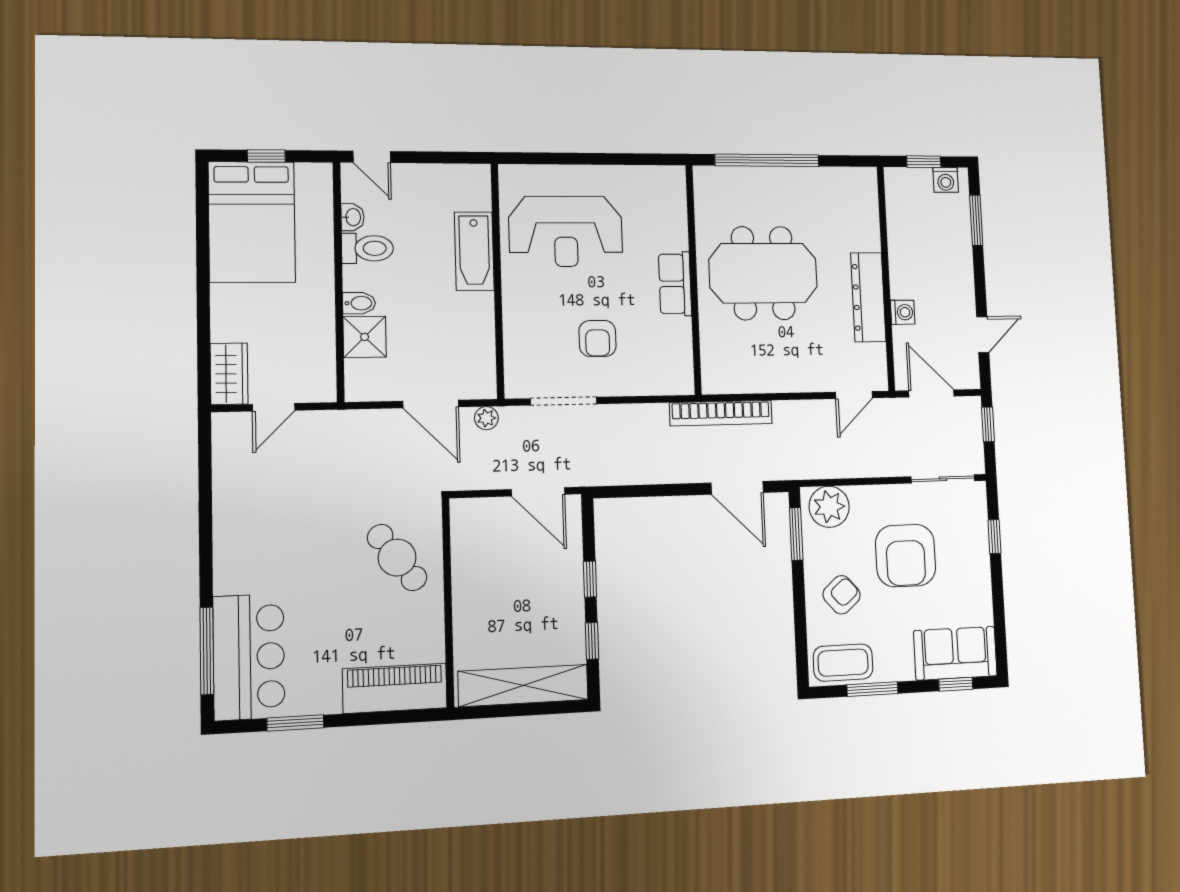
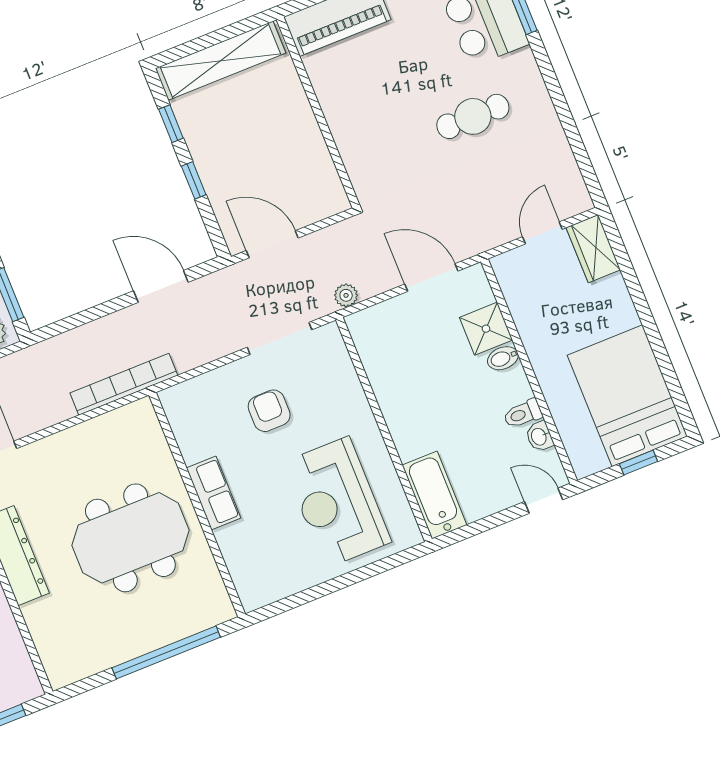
reception desk: (566, 231) -> (337, 502), turned -90
toilet: (368, 248) -> (523, 414), width x0.73, depth x0.72
bathtub: (474, 251) -> (435, 495), moved
door: (431, 404) -> (431, 278), moved
door: (737, 488) -> (161, 286), moved
cafe table: (397, 558) -> (473, 116), moved, turned -53

